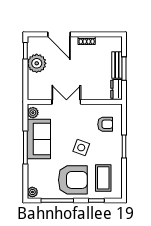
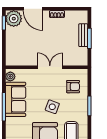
plant: (37, 63) -> (14, 19), moved
dresser: (116, 89) -> (83, 56), removed
double door: (66, 102) -> (50, 67), moved

